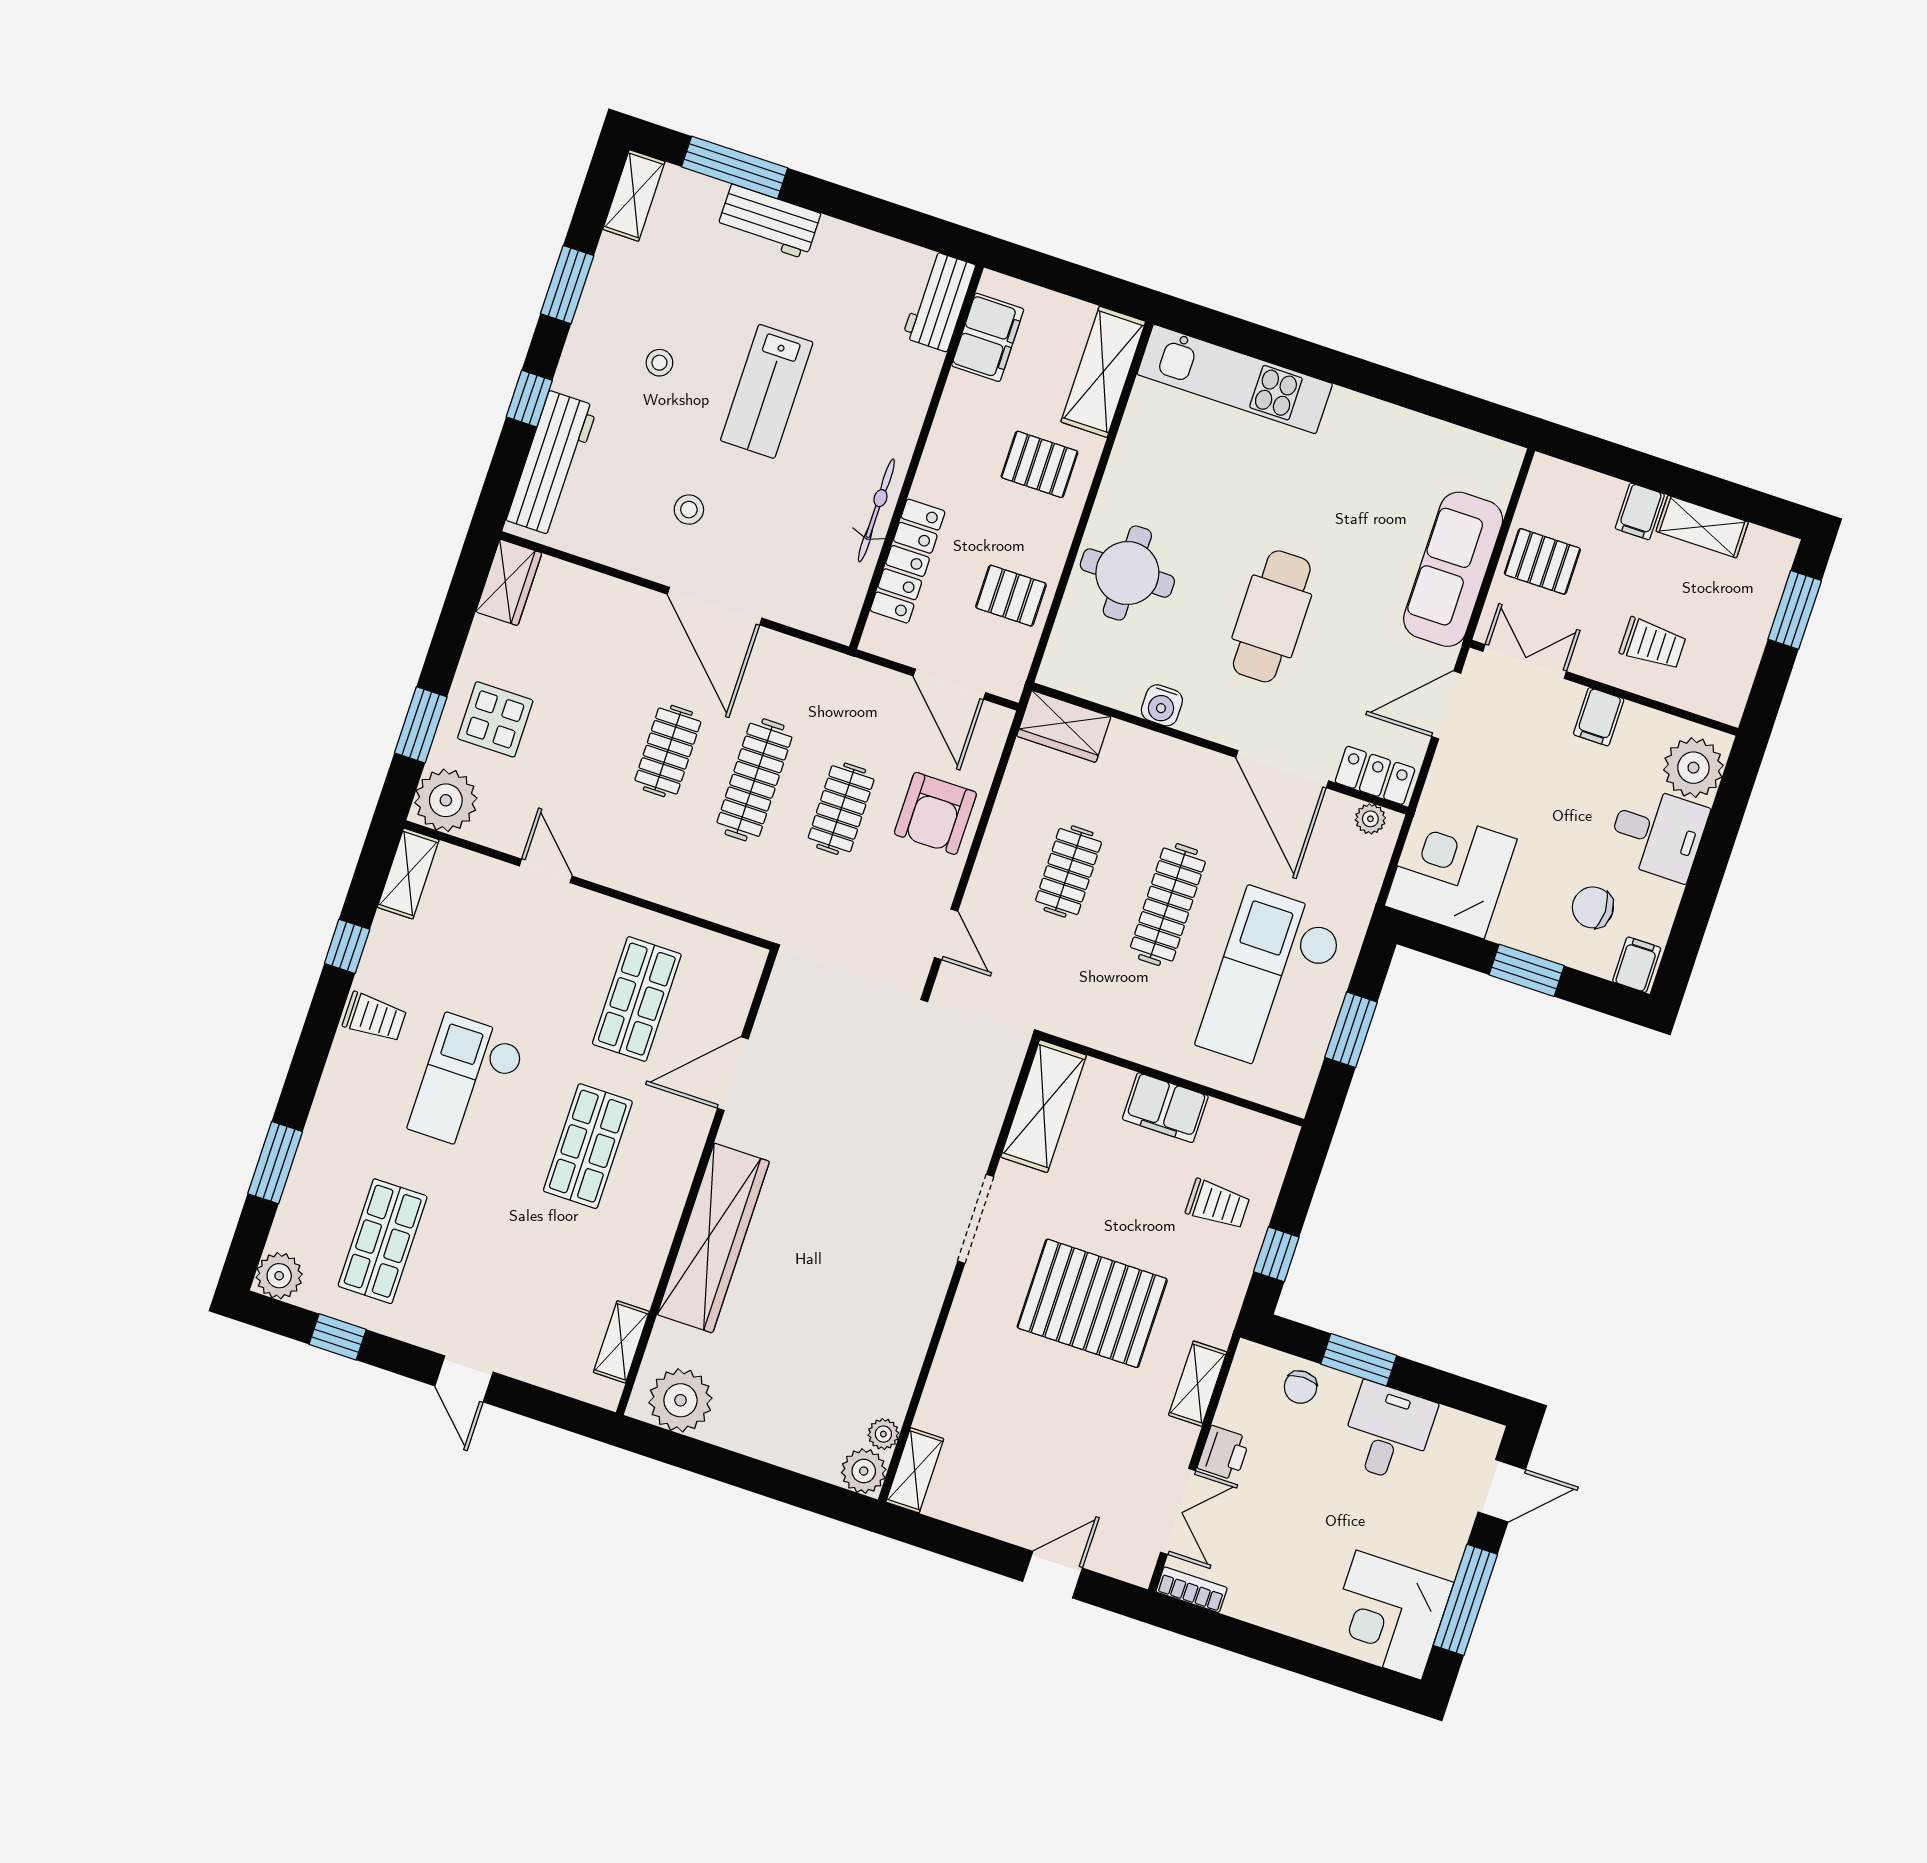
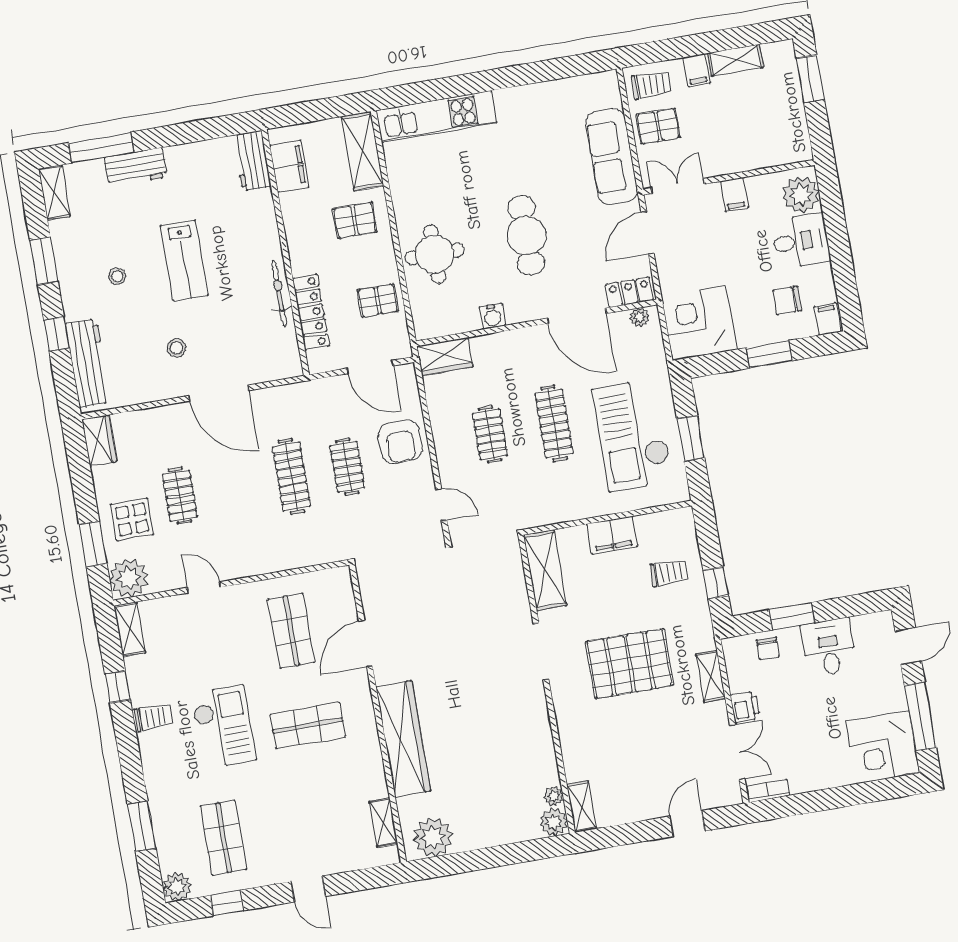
trolley: (1653, 644) -> (651, 85), moved
clothes rail: (668, 751) -> (180, 496), moved
checkout: (467, 1084) -> (223, 727), turned 180
shop shelf: (588, 1146) -> (308, 725), turned 90

